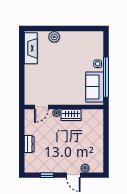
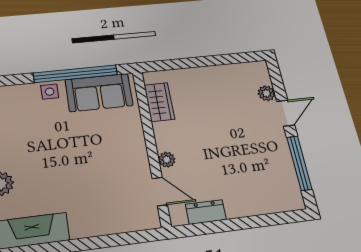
wardrobe: (71, 115) -> (159, 102), moved
dresser: (29, 144) -> (206, 212), moved
window: (47, 175) -> (299, 163), width x2.17

